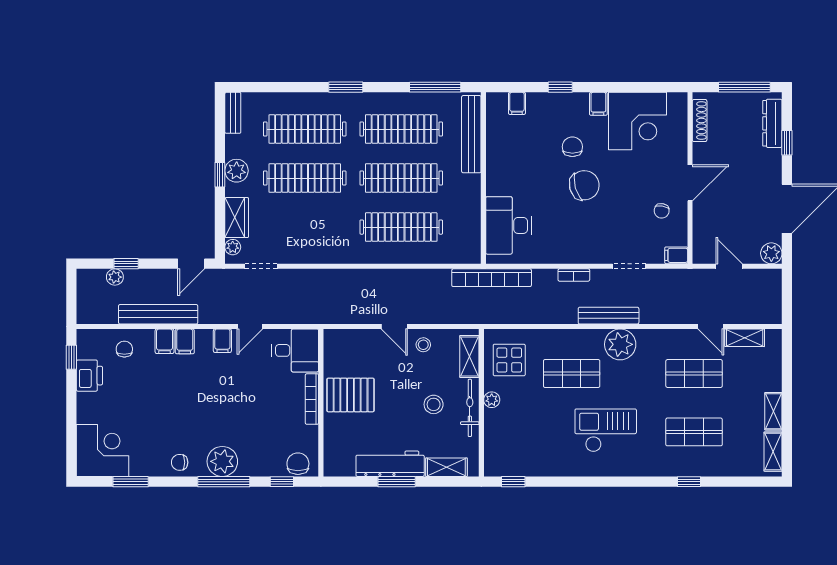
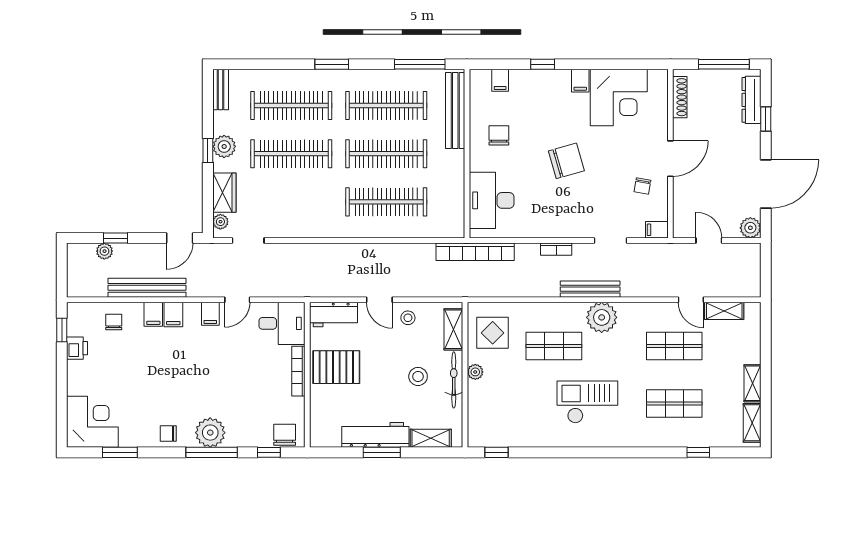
chair: (572, 147) -> (499, 135), moved
workbench: (348, 341) -> (333, 315), added
printer: (89, 376) -> (77, 348), width x0.73, depth x0.81
window: (689, 482) -> (698, 452), moved

